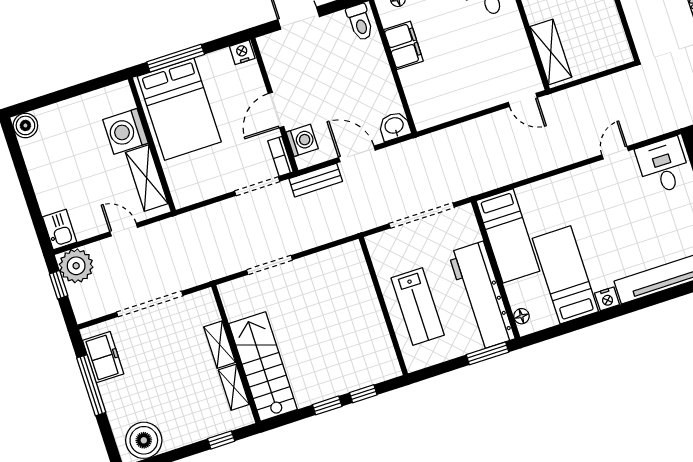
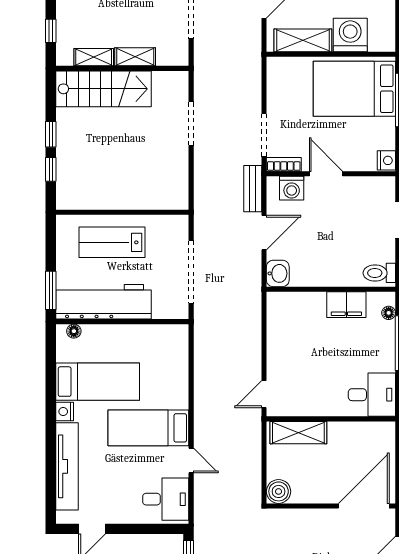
boiler: (618, 53) -> (279, 491), added
bed: (508, 236) -> (148, 428), moved

